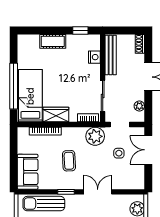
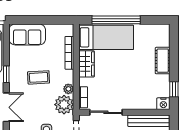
nightstand: (94, 57) -> (163, 104), moved
plant: (80, 132) -> (68, 89), added

